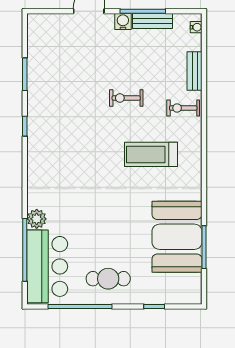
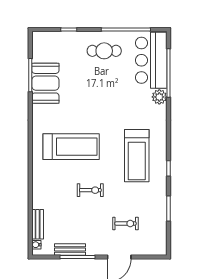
water cooler: (123, 22) -> (93, 249), removed
bench: (195, 71) -> (38, 224), moved
exercise bike: (183, 108) -> (125, 224), moved
treadmill: (66, 143) -> (137, 156), added
treadmill: (151, 154) -> (71, 147), width x1.37, depth x1.38
booth: (177, 237) -> (45, 83), width x0.73, depth x0.70

